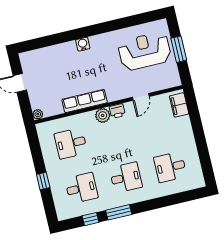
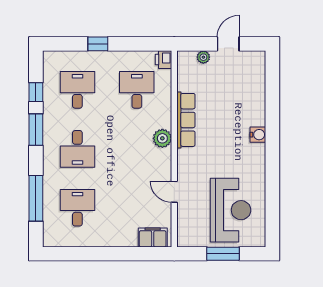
printer: (117, 111) -> (164, 60), moved
plant: (38, 114) -> (203, 57), moved
desk: (81, 188) -> (77, 90), turned 180
window: (170, 200) -> (36, 198), added

